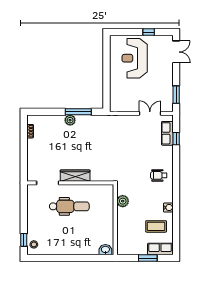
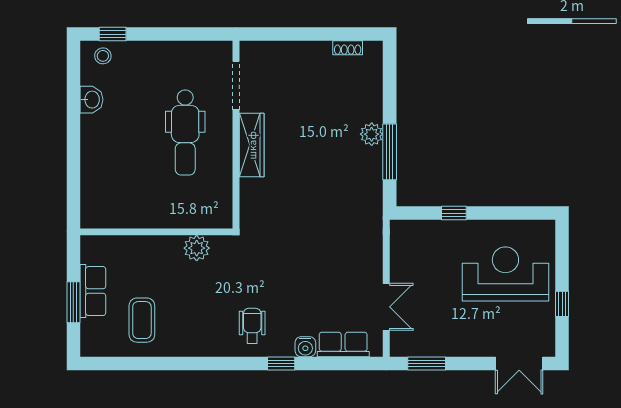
window: (107, 82) -> (454, 213), added
window: (176, 139) -> (281, 363), moved
water cooler: (168, 208) -> (305, 347), moved
row of seats: (160, 249) -> (93, 291), moved
washbasin: (105, 250) -> (91, 100), moved

